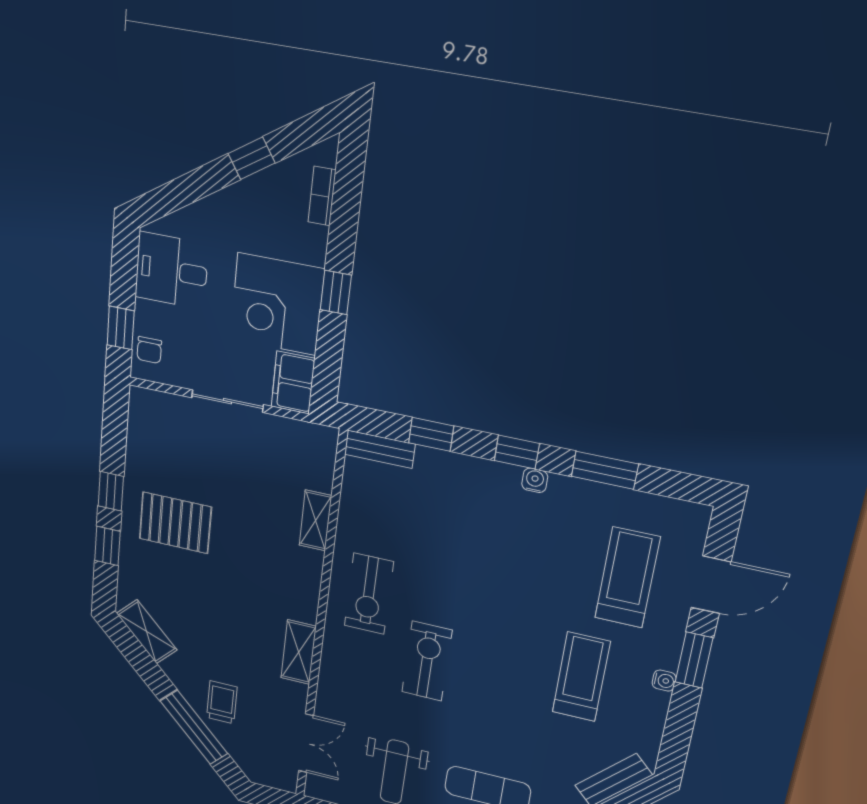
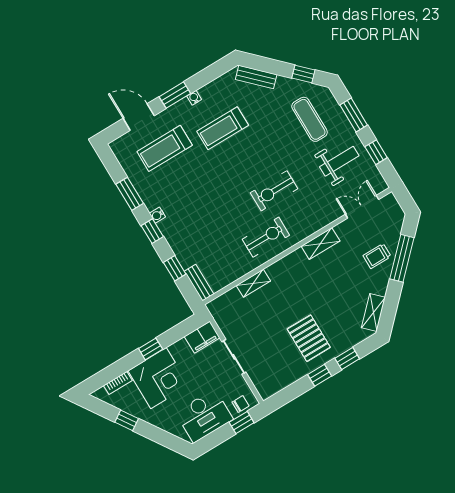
desk: (172, 271) -> (204, 416), width x1.37
corner desk: (277, 304) -> (158, 378), moved

